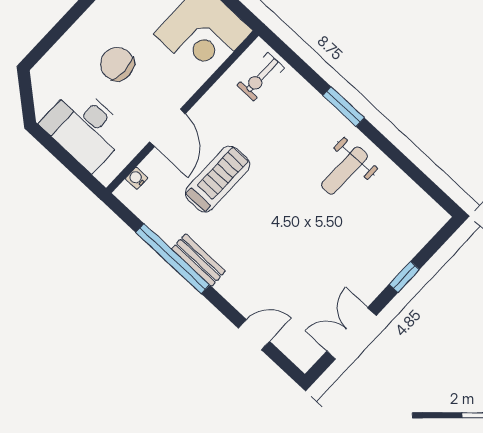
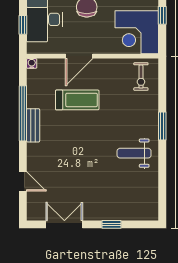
exercise bike: (261, 77) -> (141, 77), turned -90
window: (67, 160) -> (23, 25), added
water cooler: (137, 178) -> (32, 63), moved

